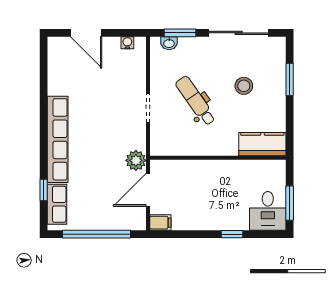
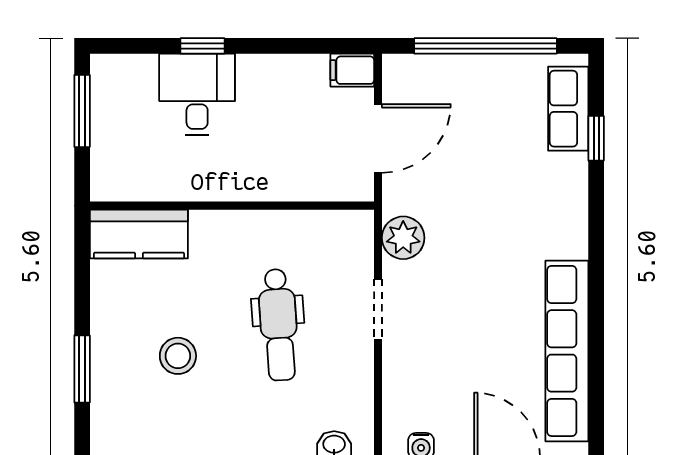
dental chair: (196, 101) -> (279, 325), turned 31
row of seats: (58, 139) -> (567, 351), moved
plant: (136, 160) -> (403, 238), moved
desk: (268, 211) -> (197, 95), moved

